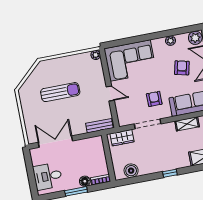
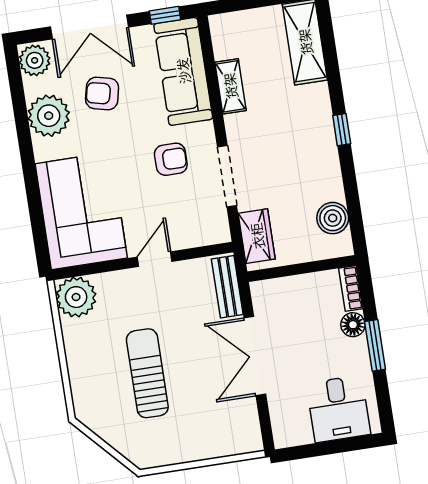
plant: (171, 41) -> (49, 116), width x1.87, depth x1.87
plant: (96, 55) -> (76, 297), width x1.88, depth x1.88
armchair: (154, 99) -> (171, 159), turned 180
double door: (55, 142) -> (255, 356), moved

